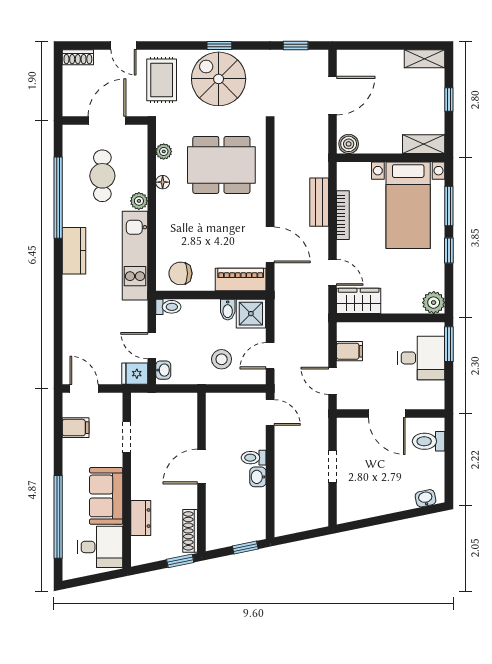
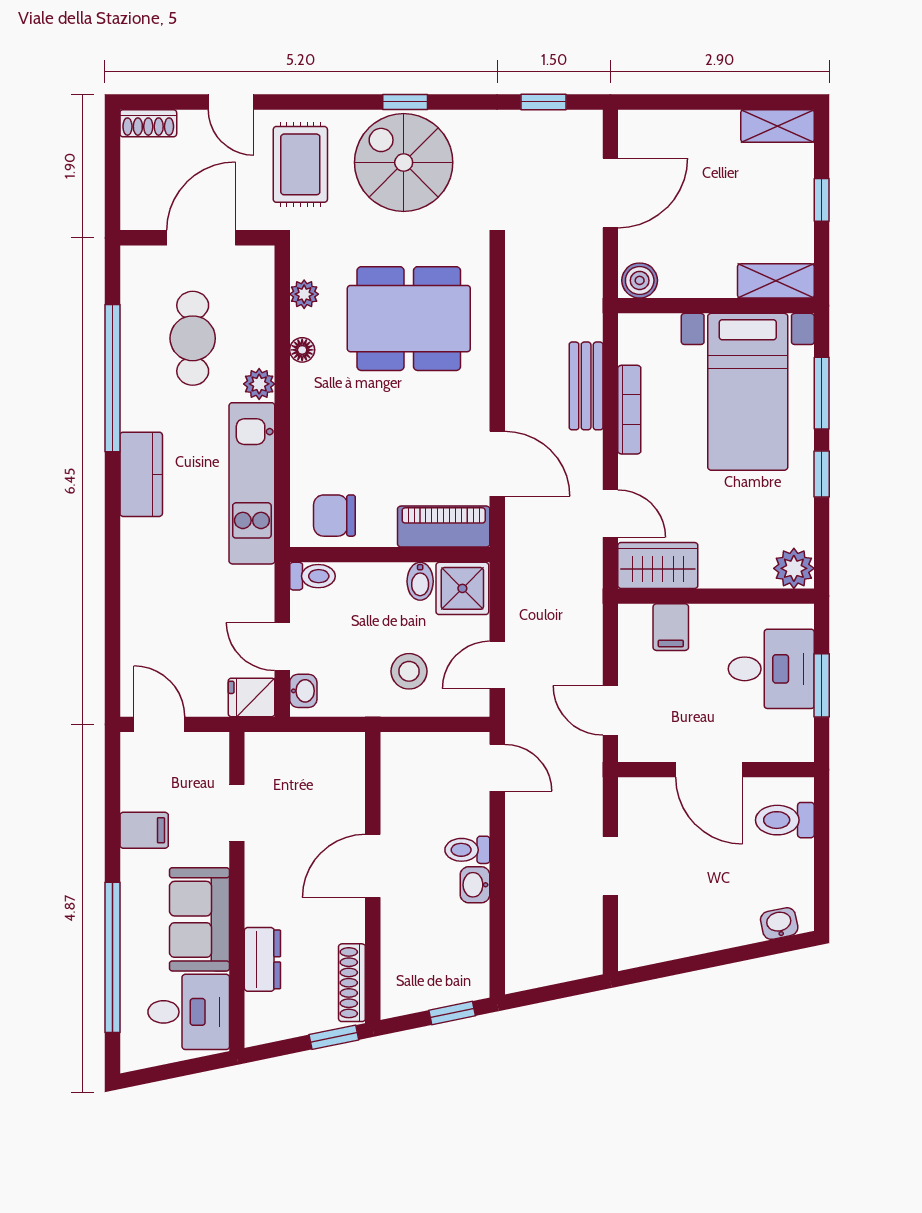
window: (449, 344) -> (822, 685), moved
filing cabinet: (350, 351) -> (671, 627), moved, turned 90
filing cabinet: (76, 428) -> (144, 830), moved

